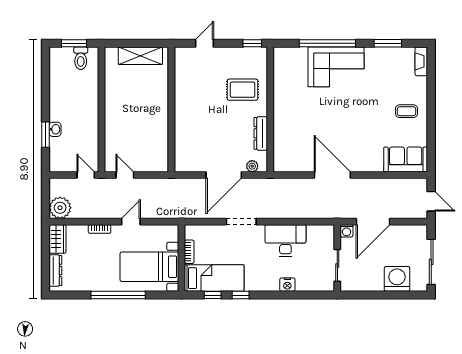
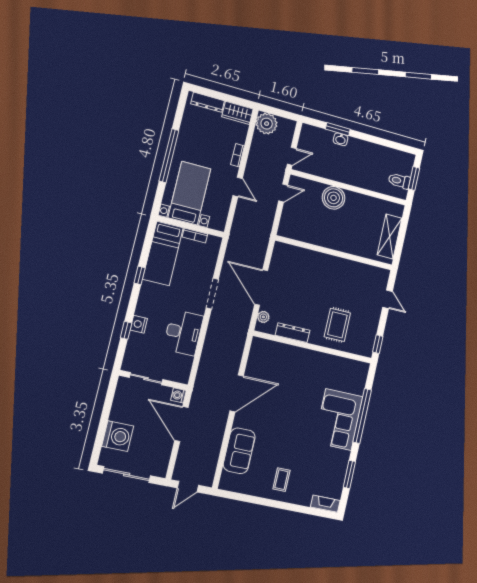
boiler: (116, 123) -> (334, 198), added
sofa: (406, 160) -> (239, 451), moved
window: (213, 295) -> (126, 330), moved

